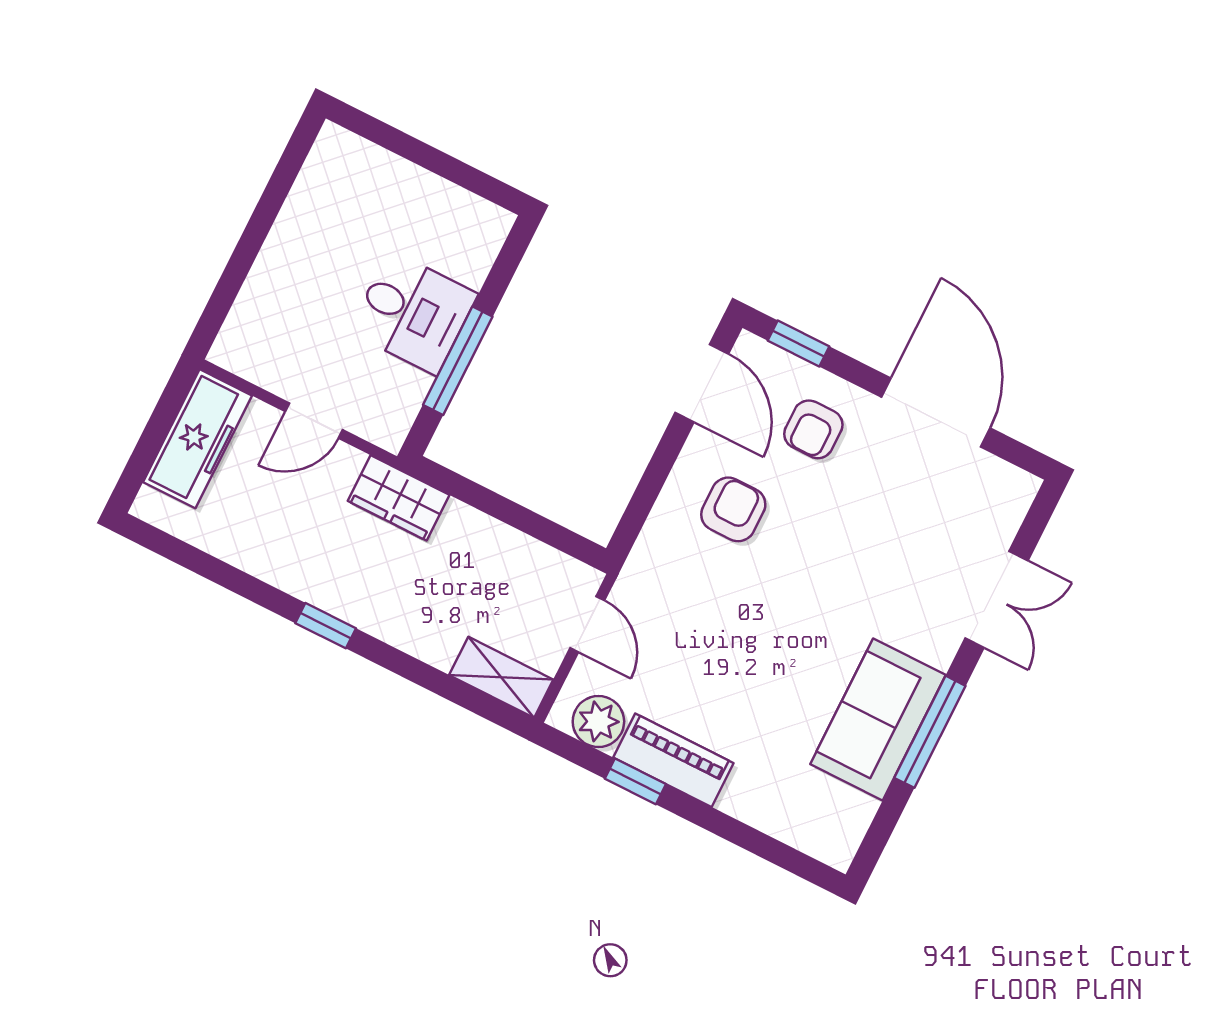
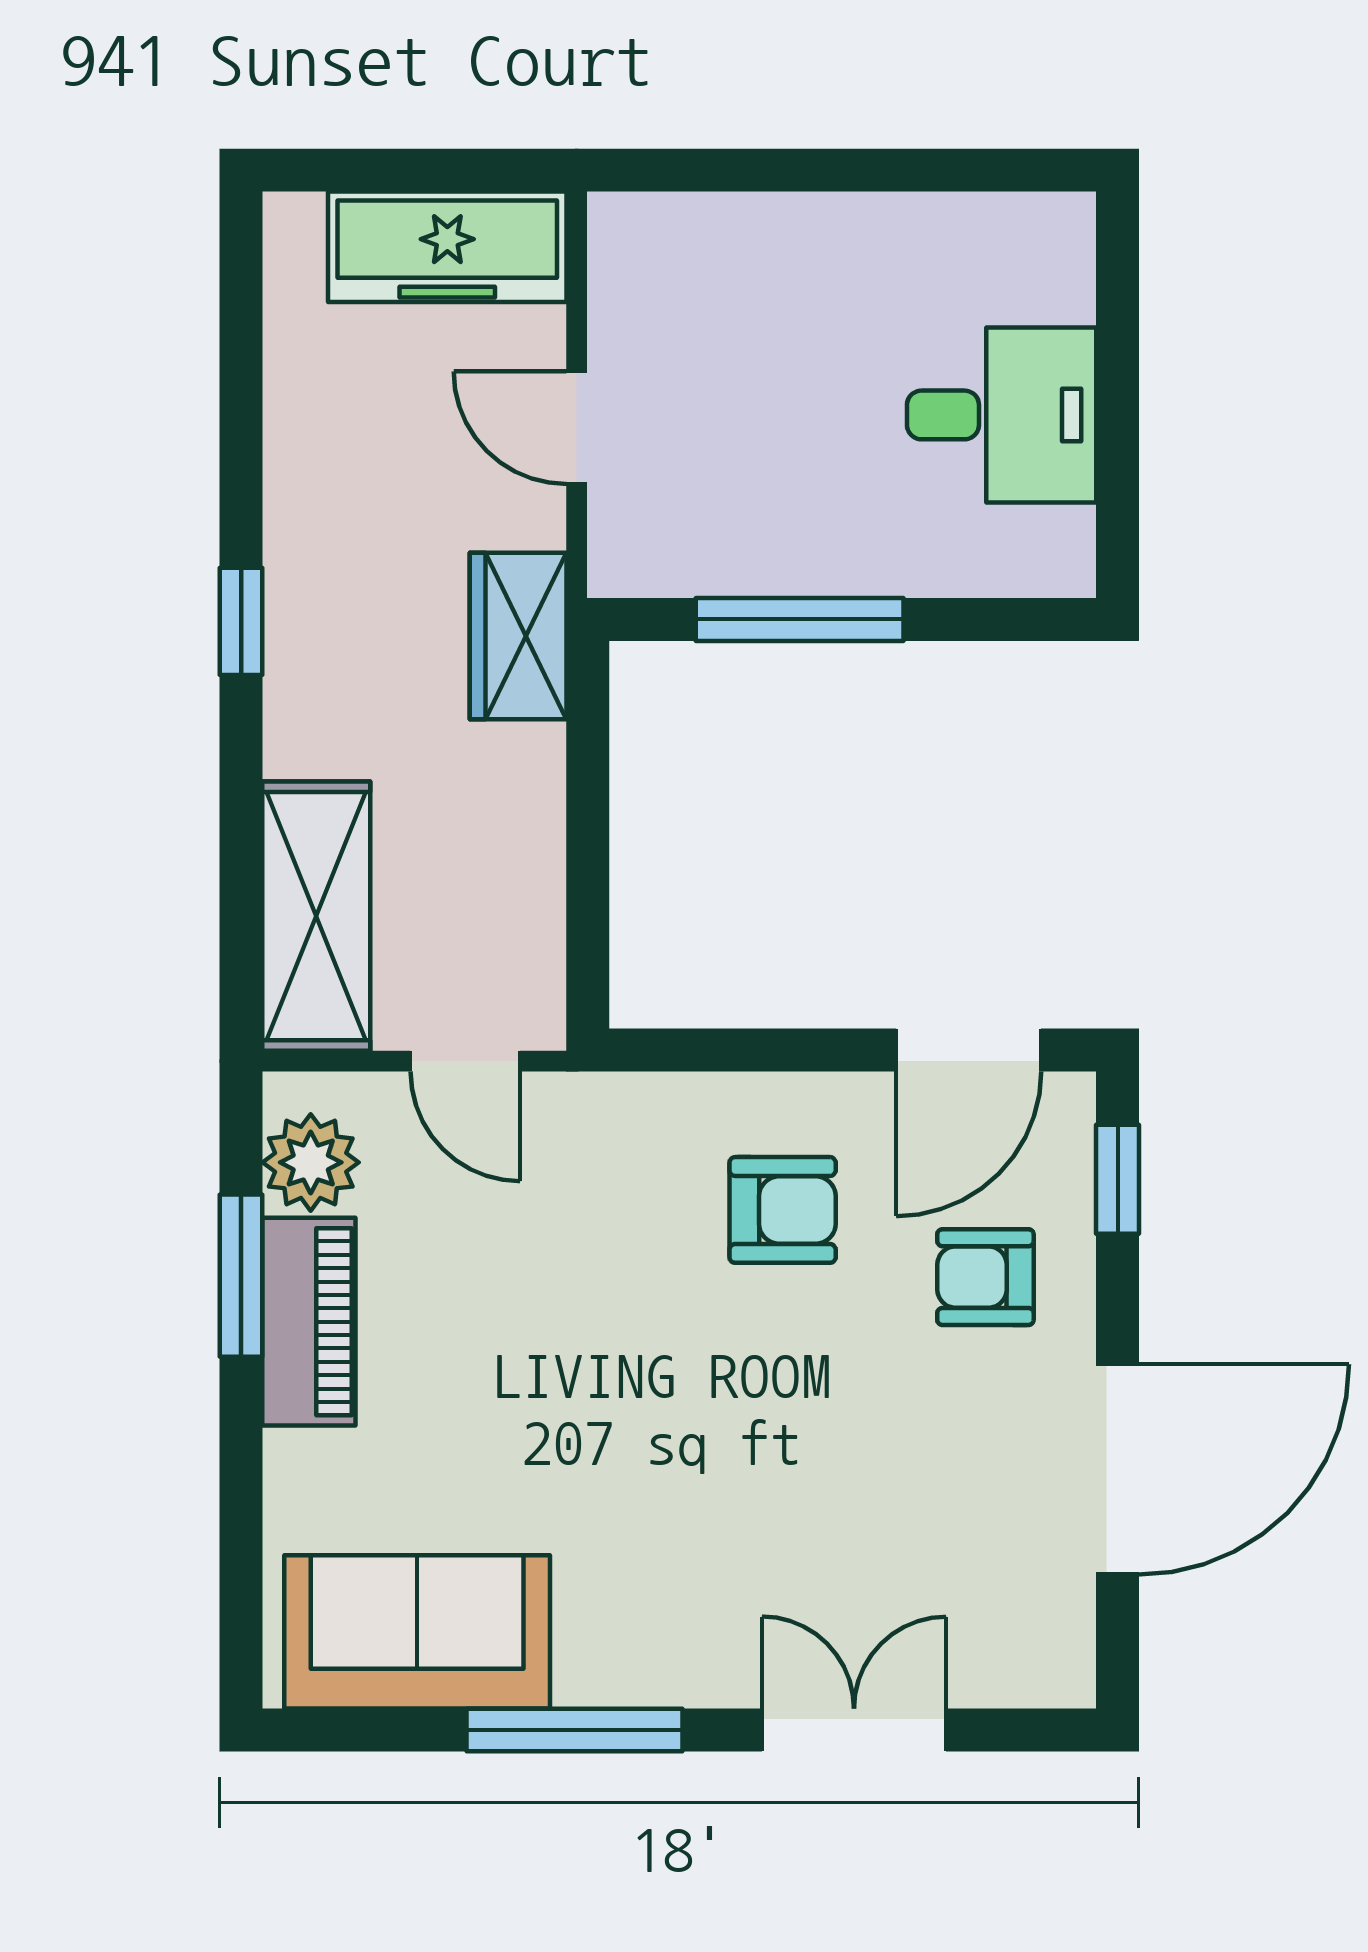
desk: (413, 313) -> (1002, 415), moved, turned -90
double door: (997, 599) -> (854, 1730), swing flipped
door: (587, 624) -> (465, 1061), hinge flipped
shelving: (501, 677) -> (316, 916), width x1.50, depth x1.33
sofa: (878, 719) -> (417, 1632), moved
window: (635, 781) -> (241, 1276), width x1.50

